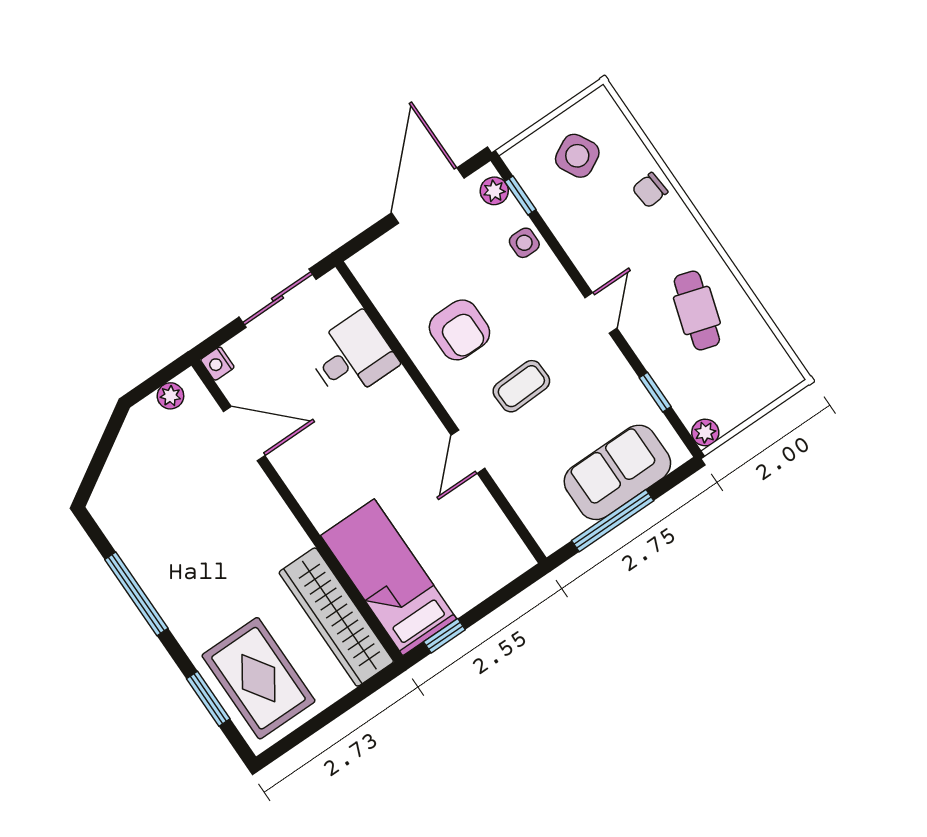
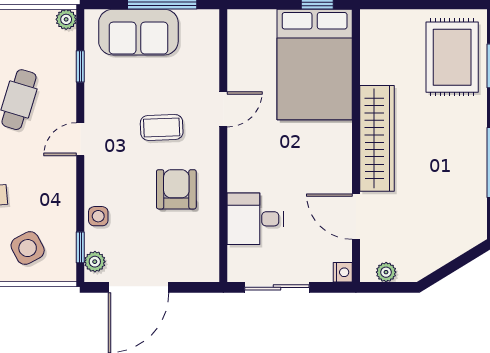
bed: (389, 577) -> (315, 65), width x1.50
wardrobe: (336, 617) -> (377, 138), moved

